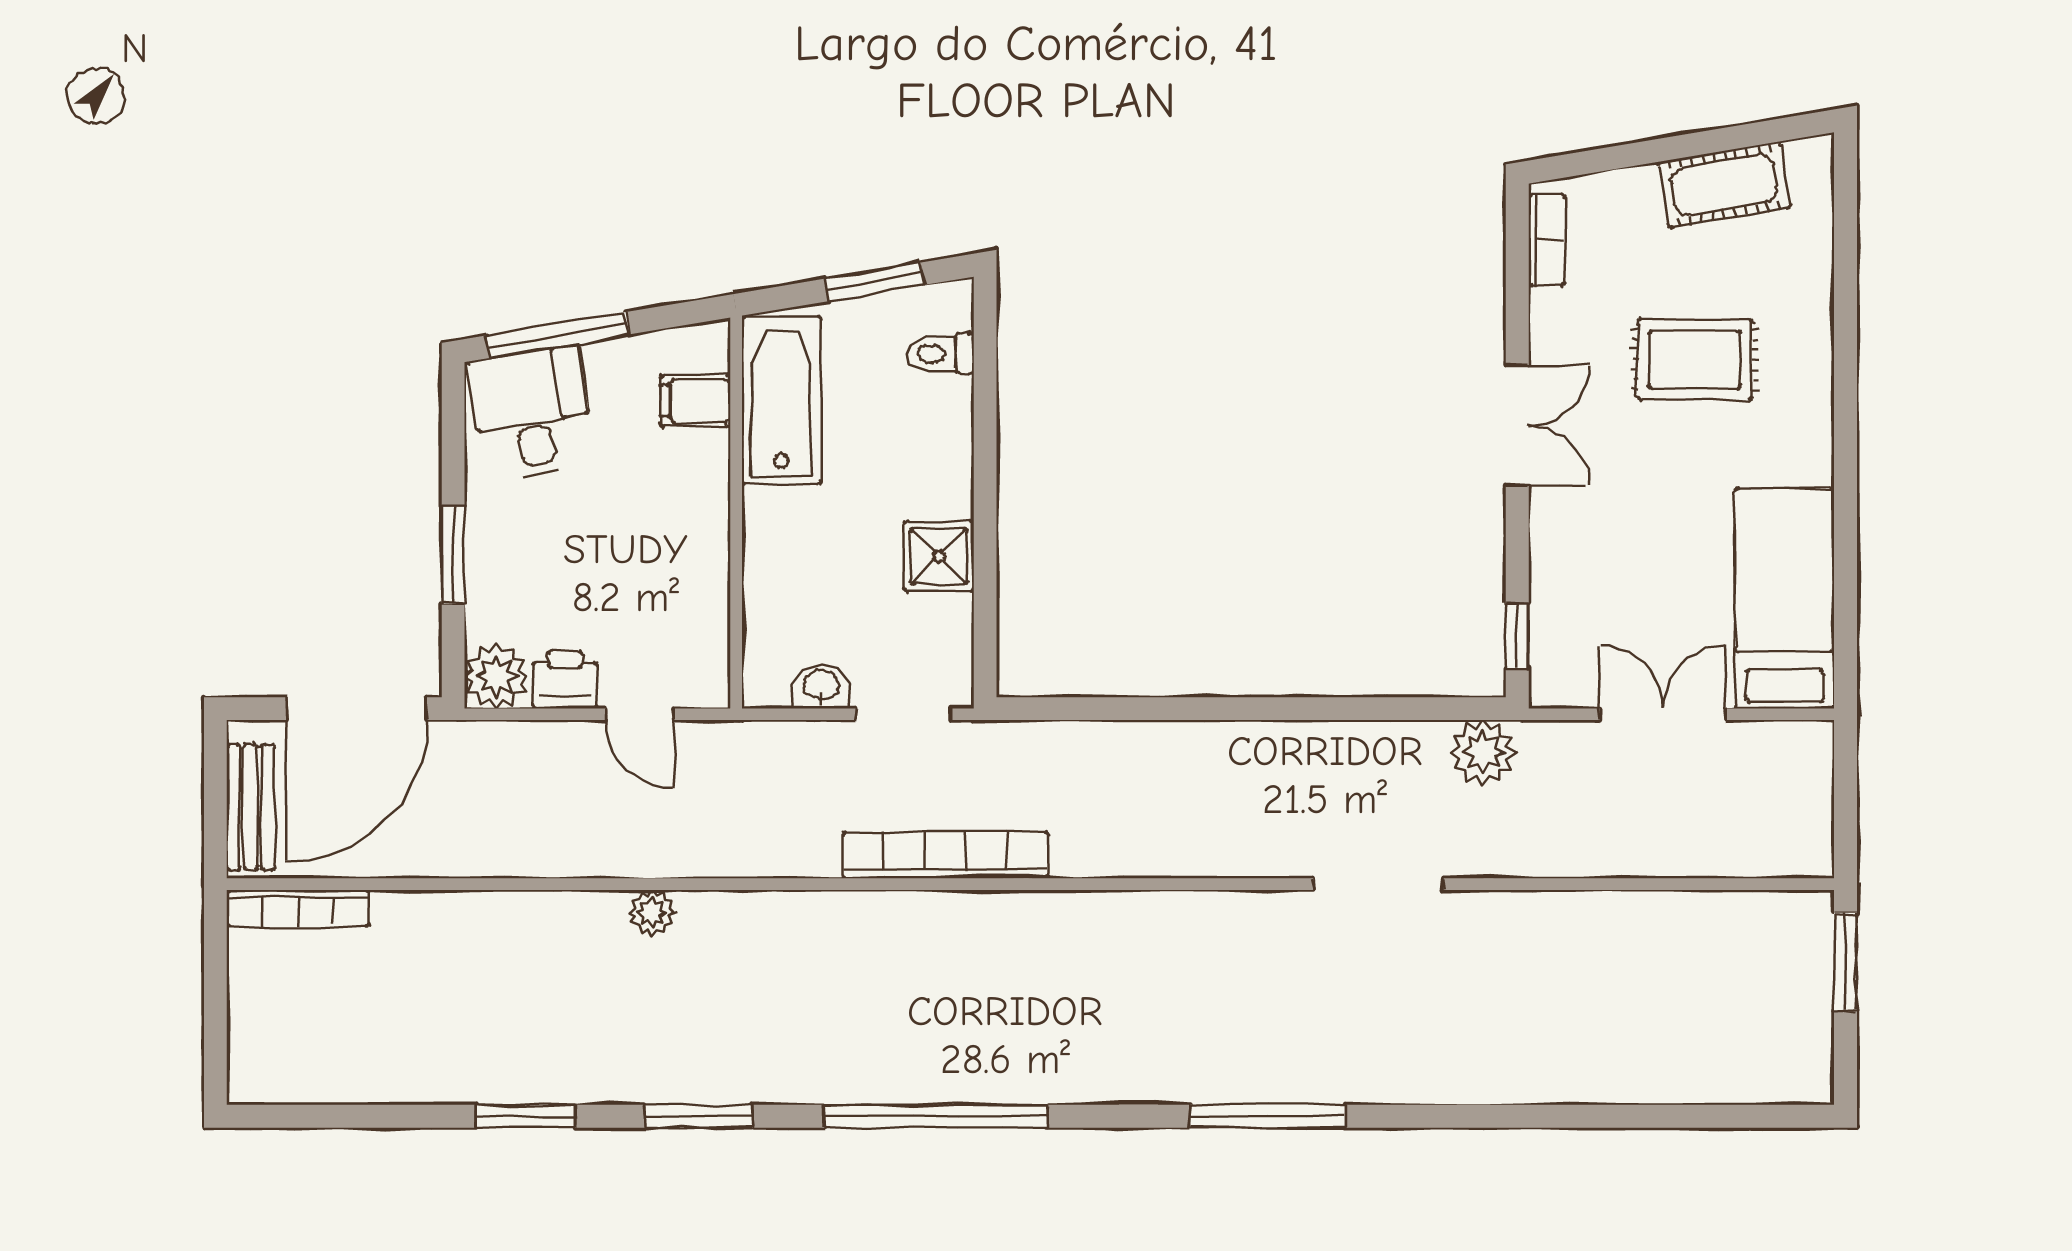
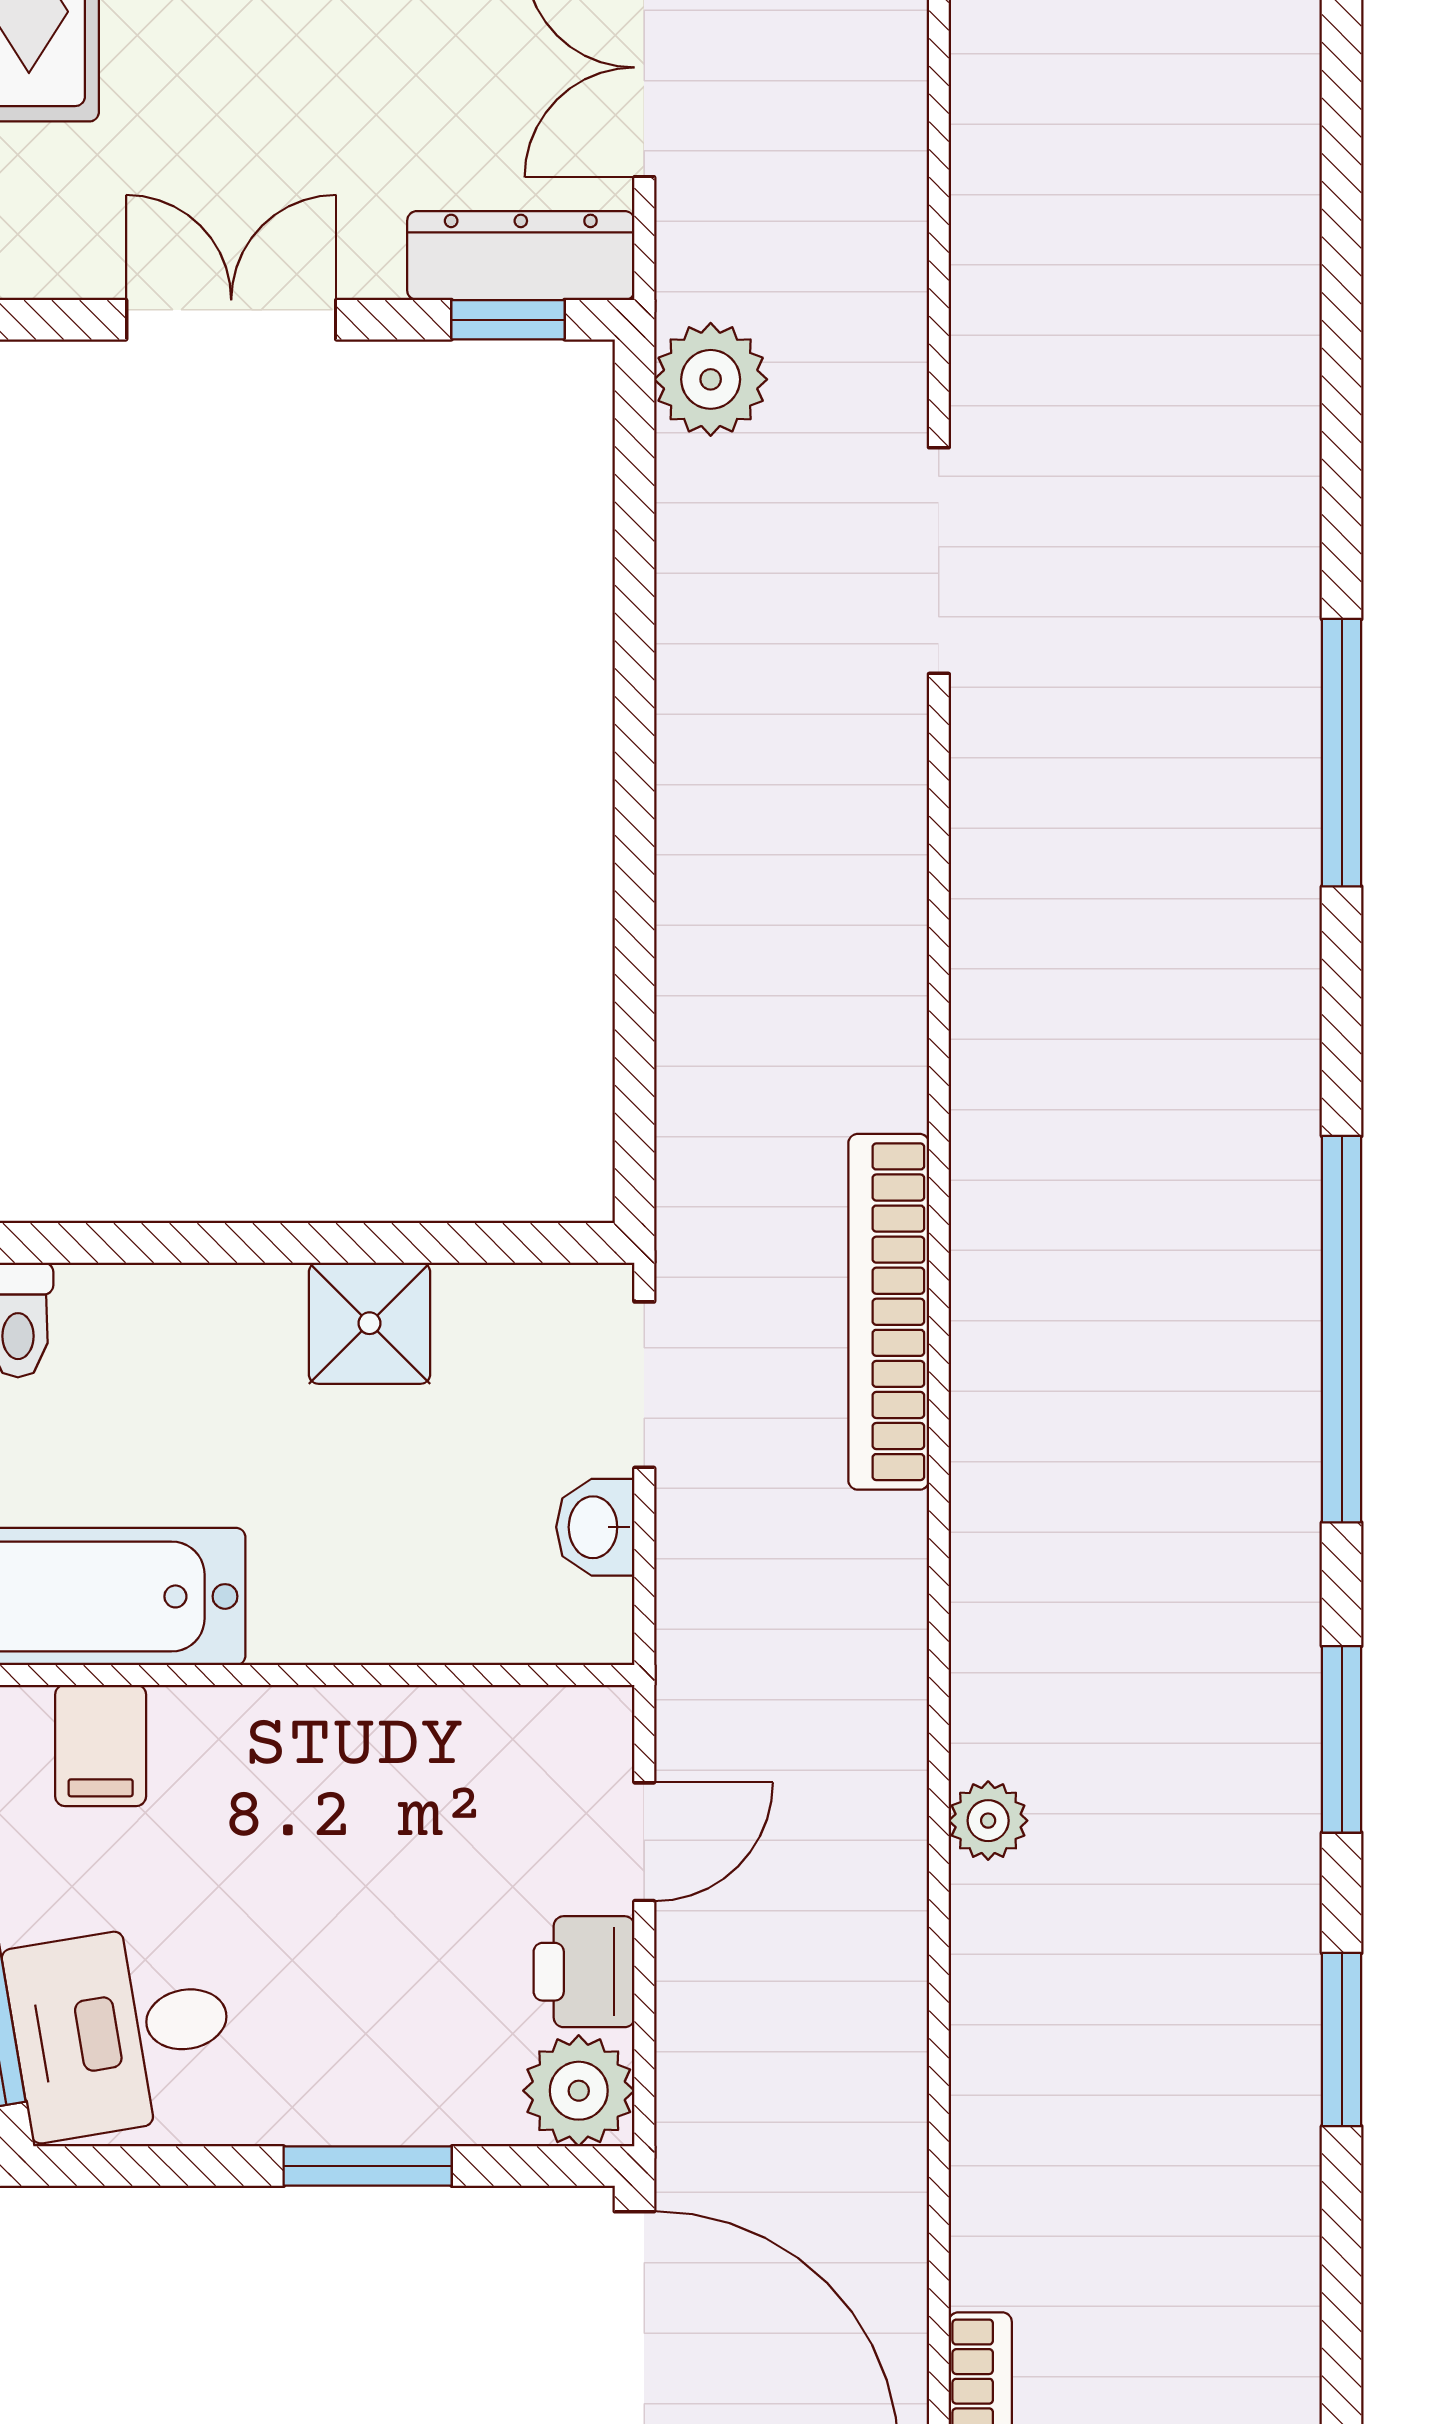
double door: (1517, 425) -> (231, 320), moved
dresser: (1554, 643) -> (521, 256), added

